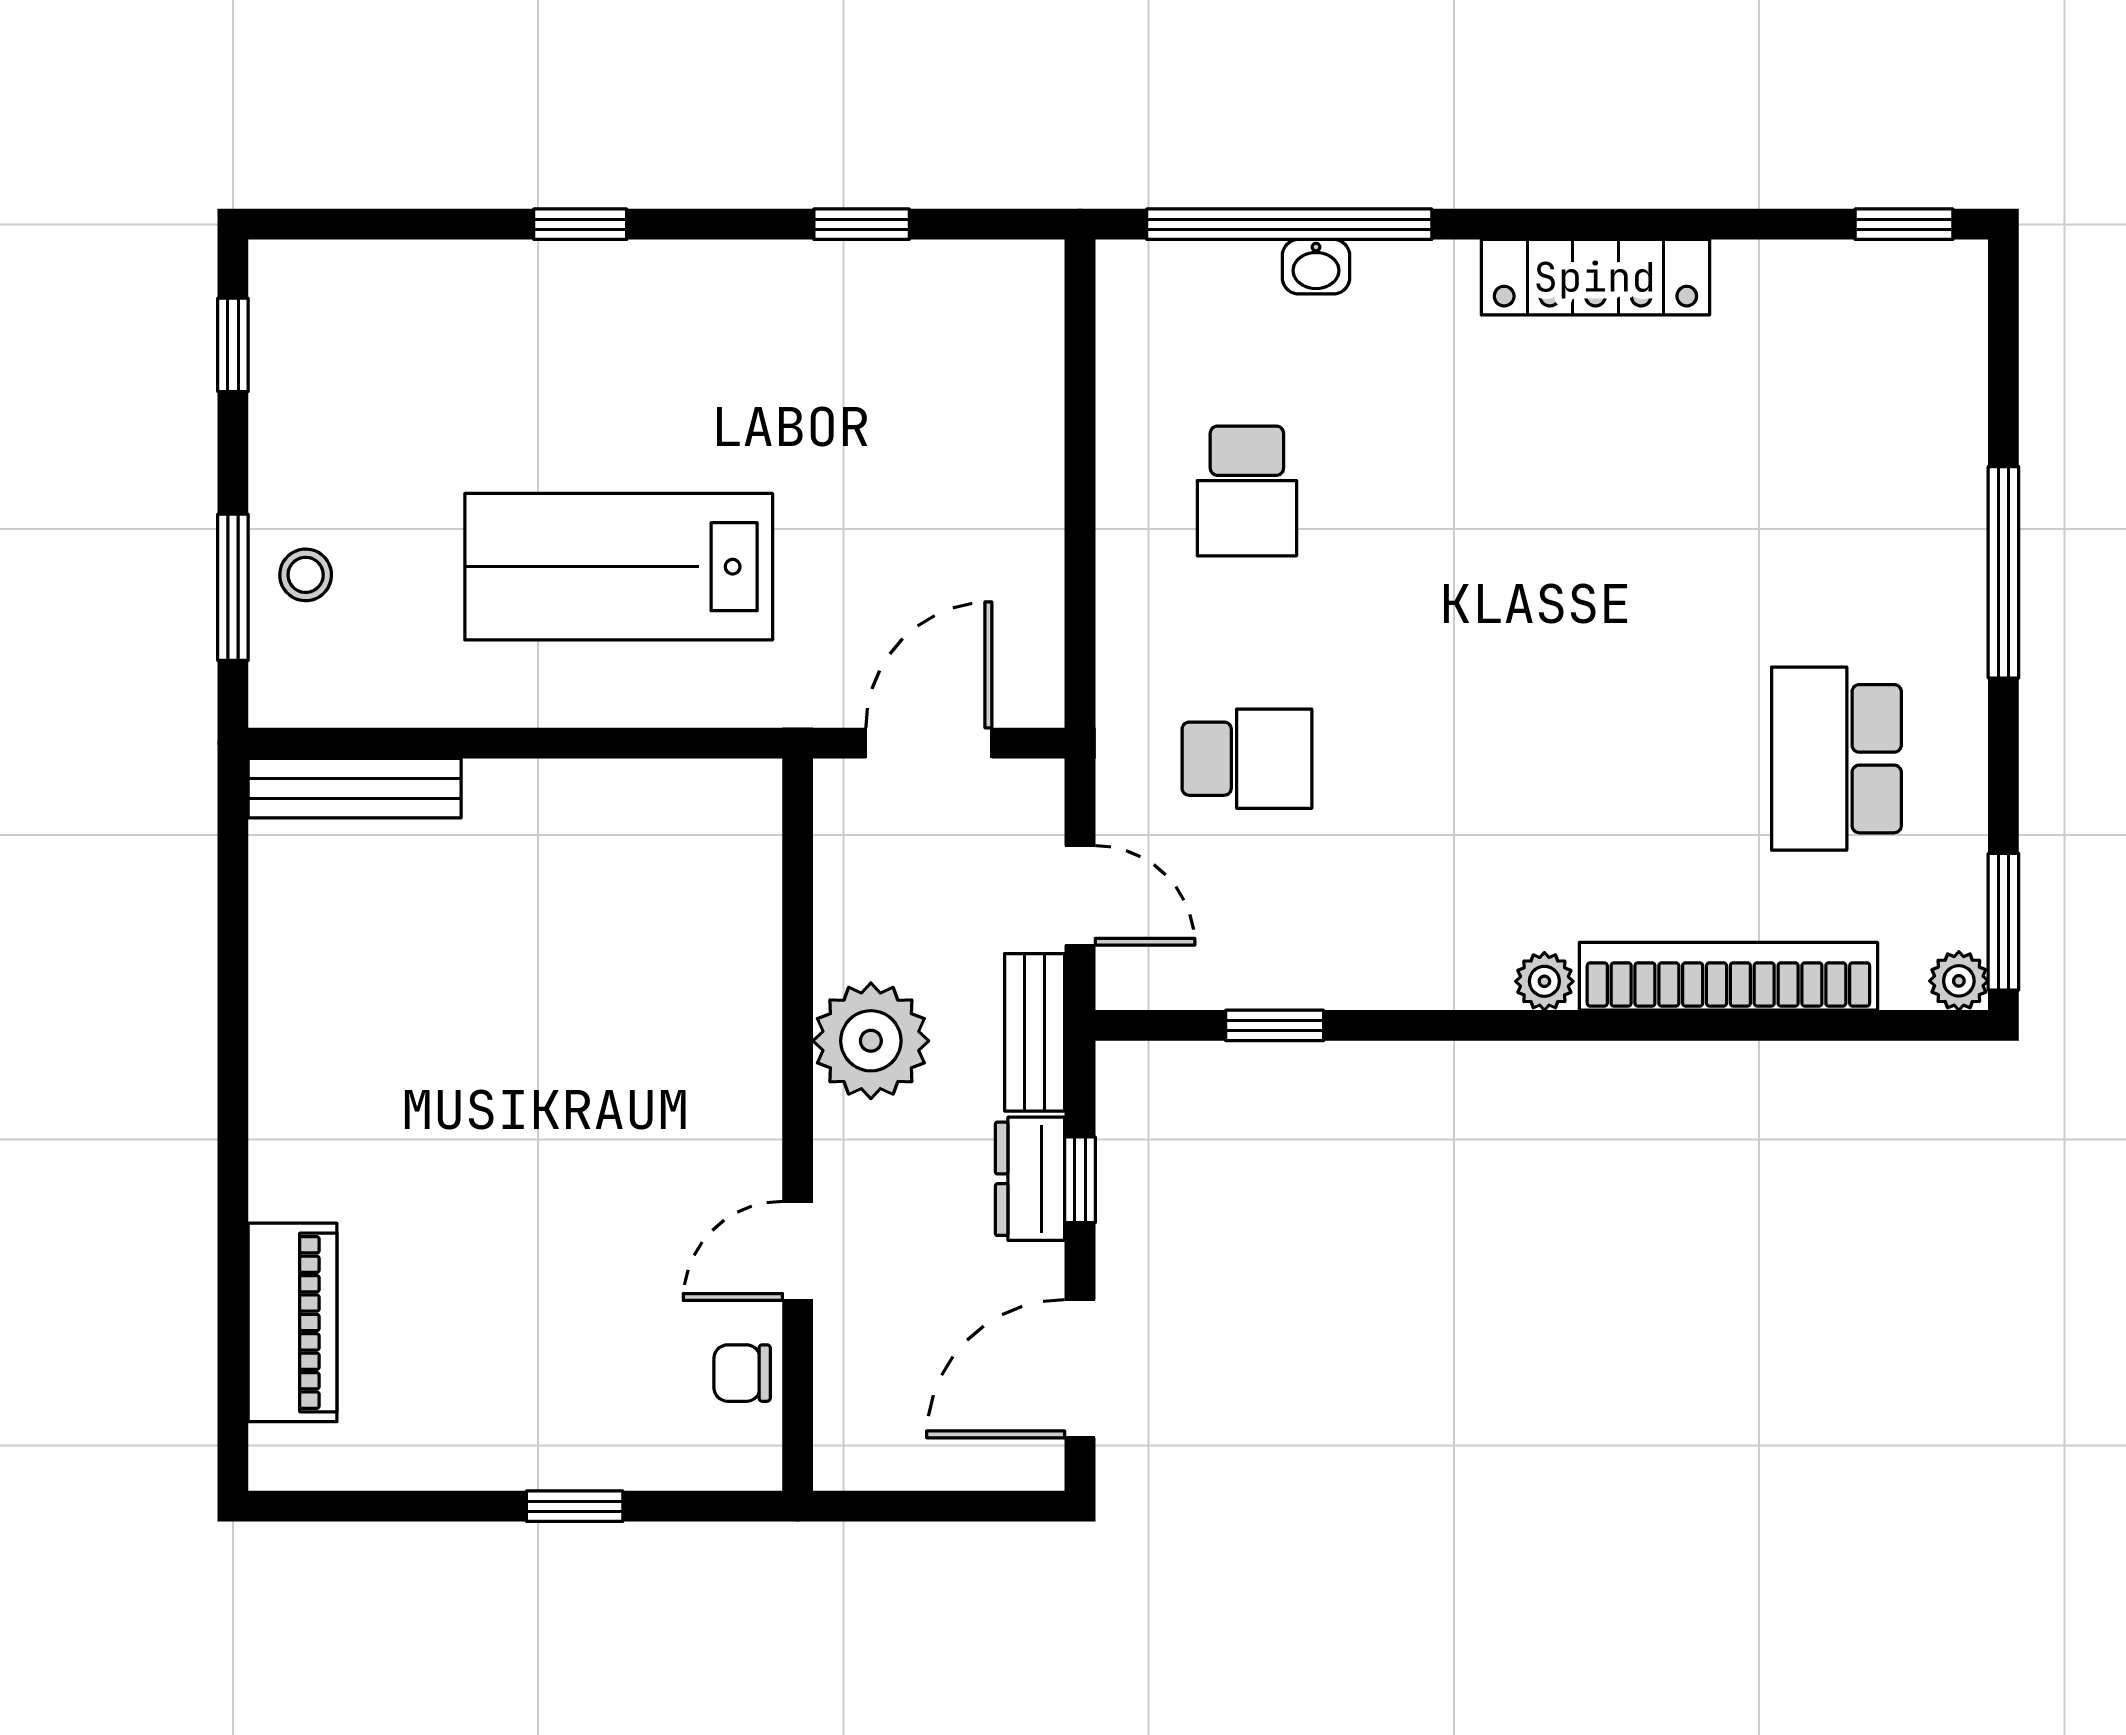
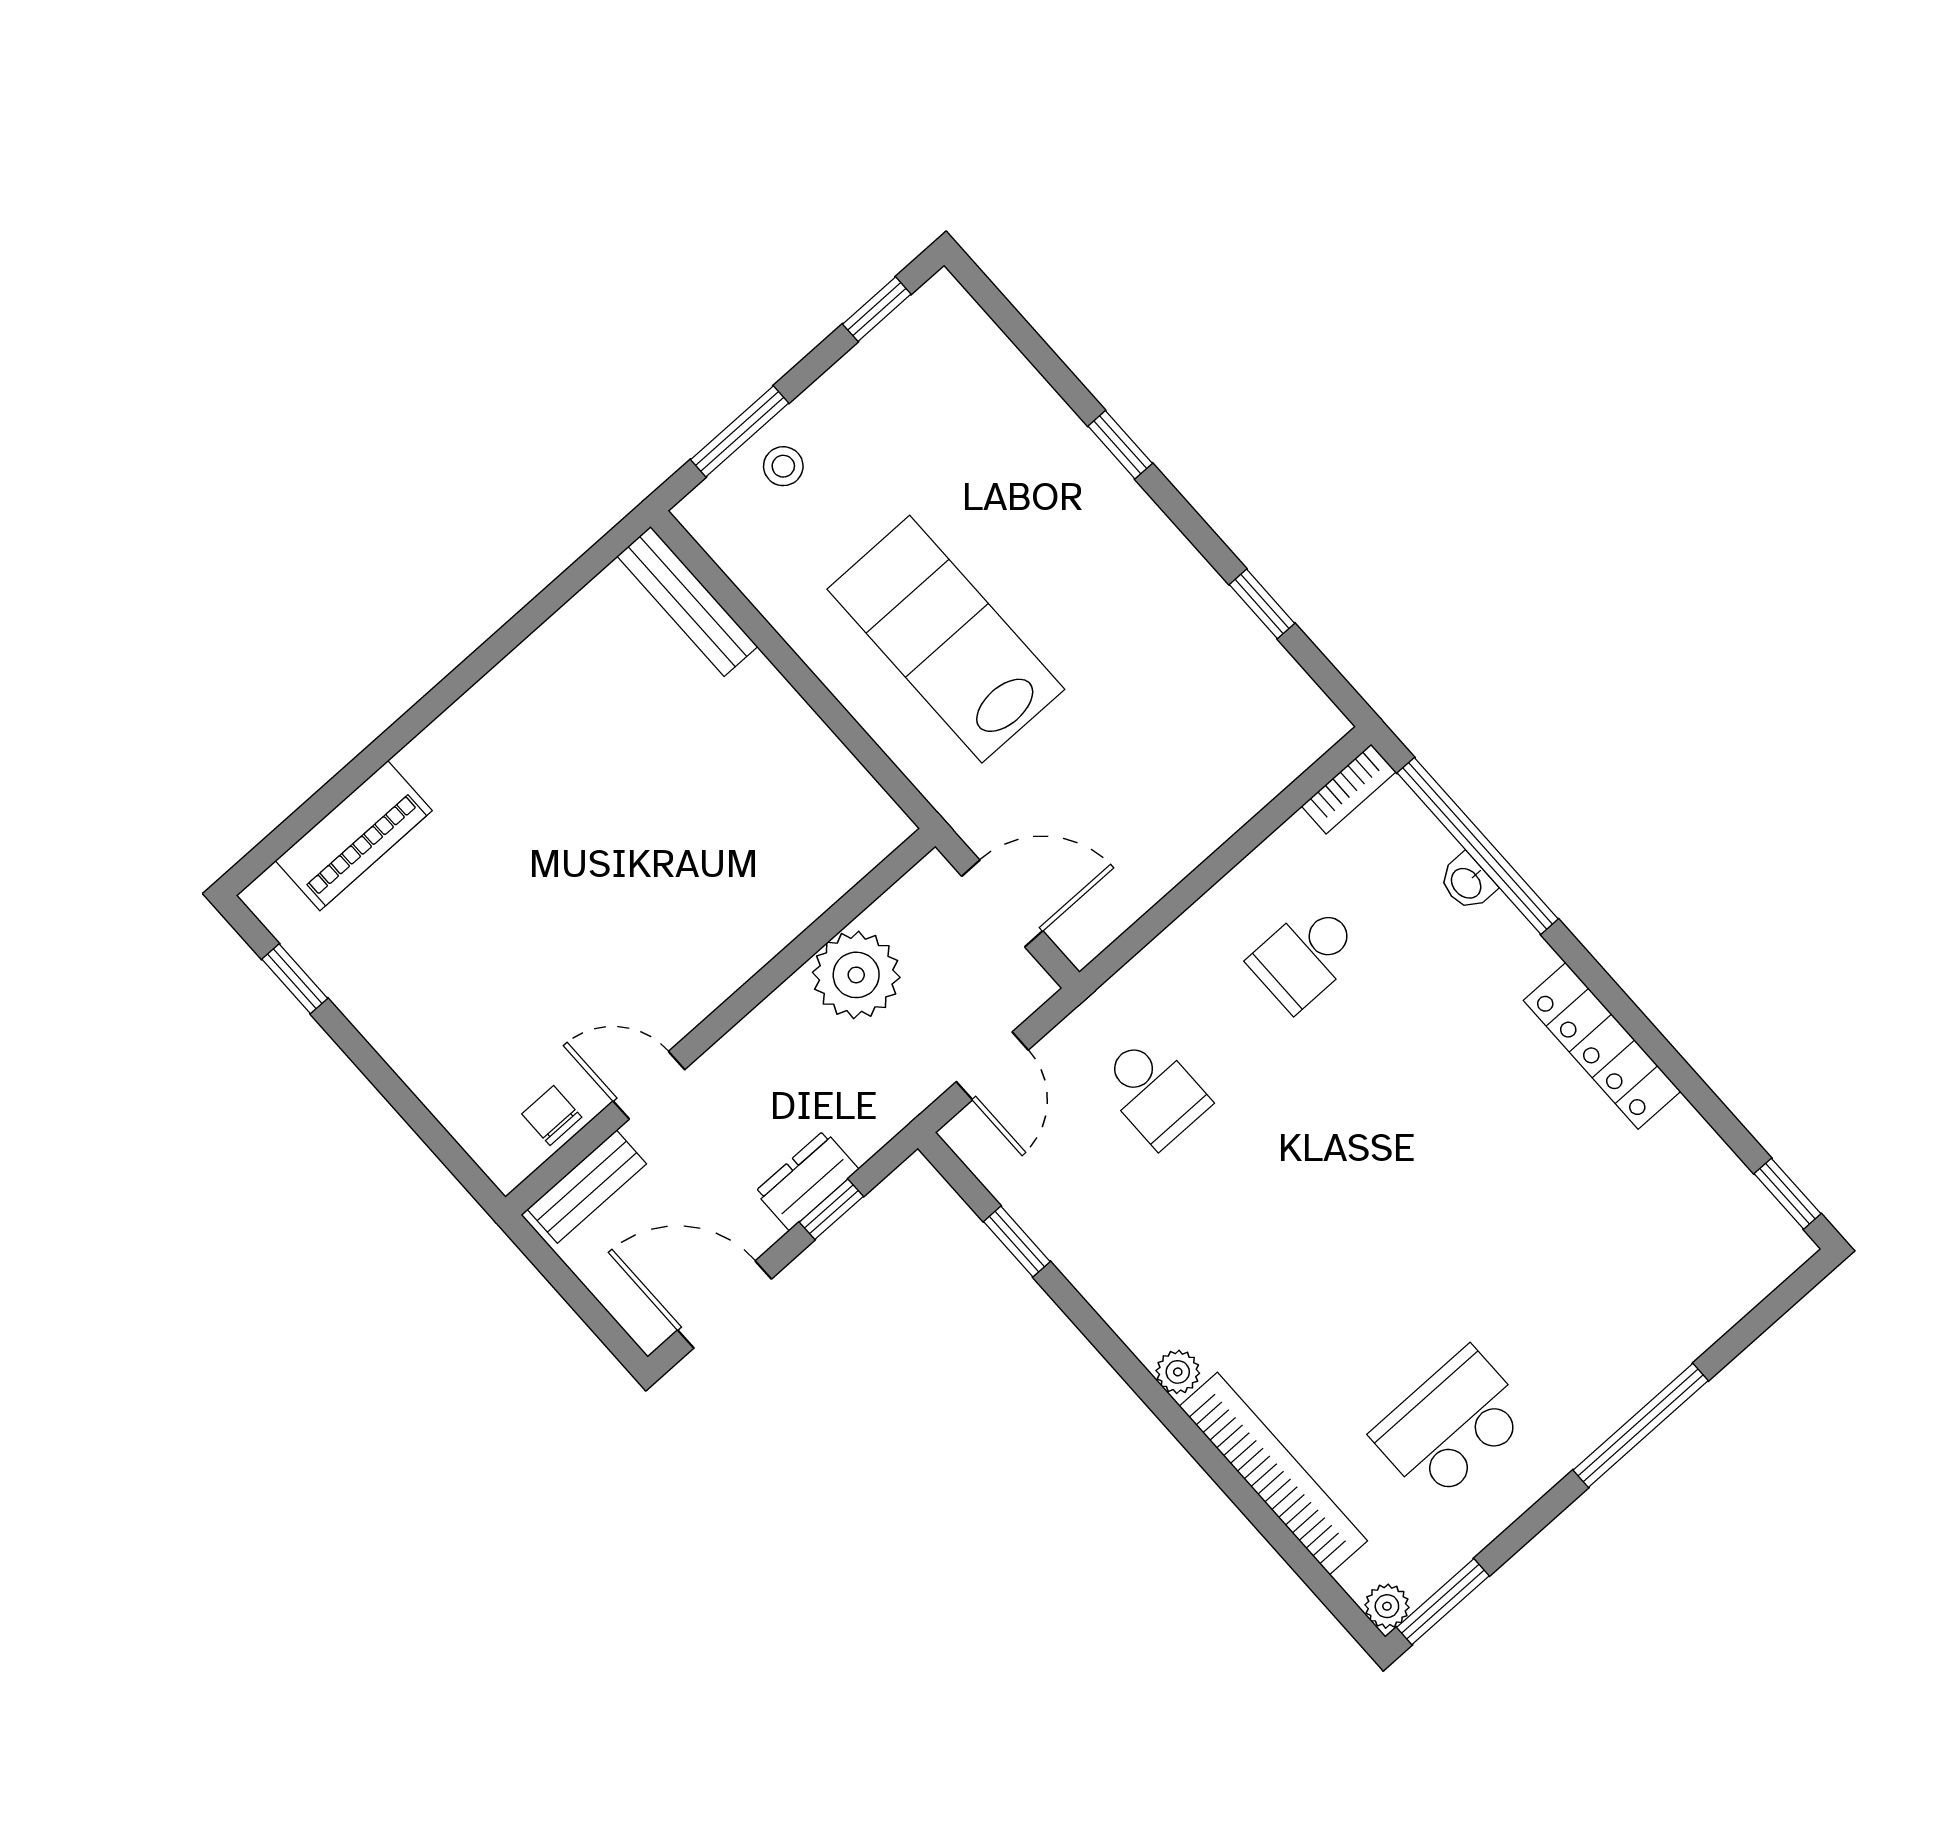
bookcase: (1120, 301) -> (1349, 789), added
bench: (1035, 1032) -> (587, 1187), moved
plant: (871, 1041) -> (856, 975), moved
window: (575, 1506) -> (295, 979), moved

